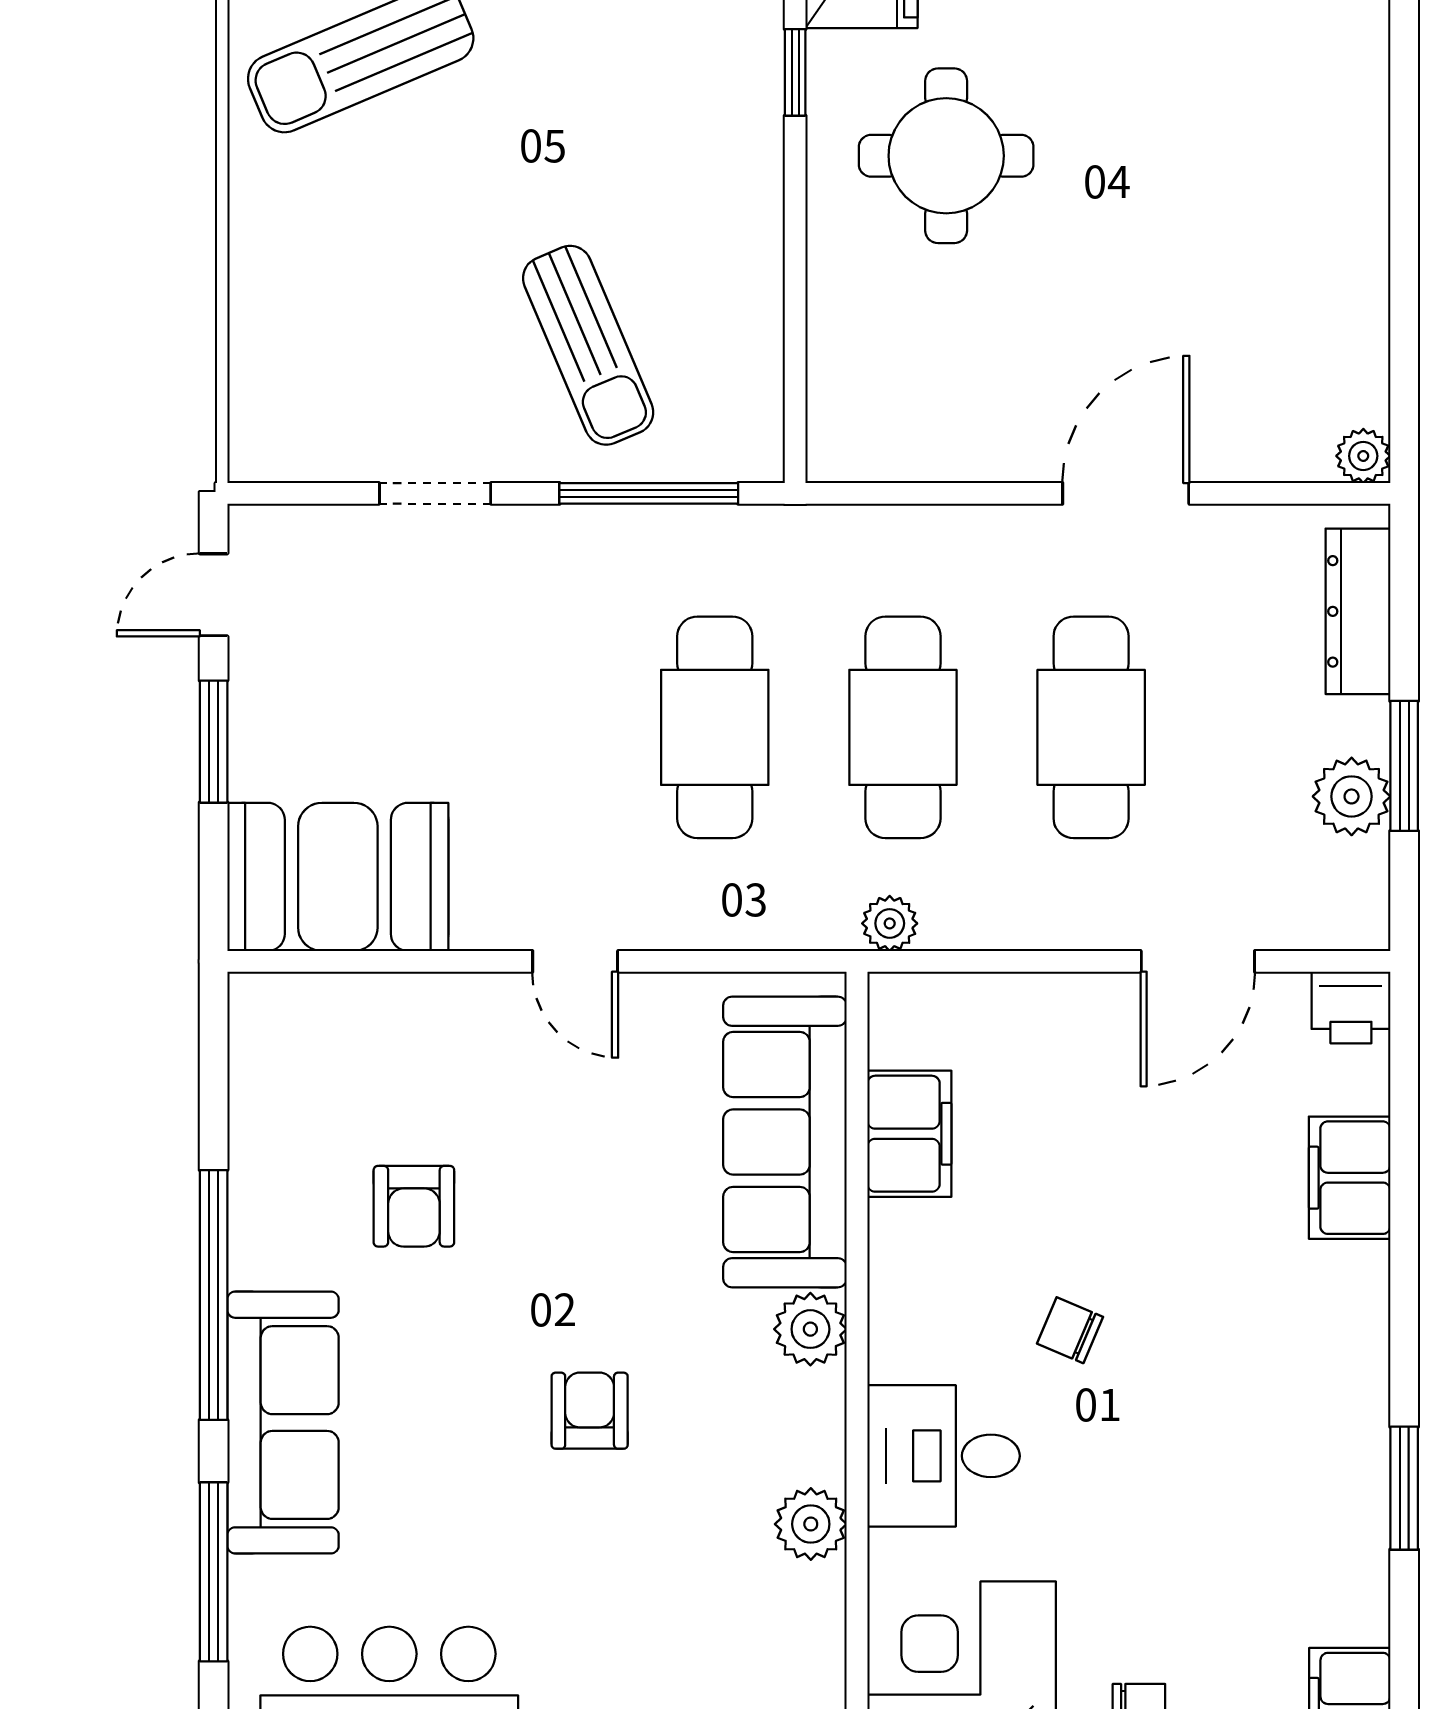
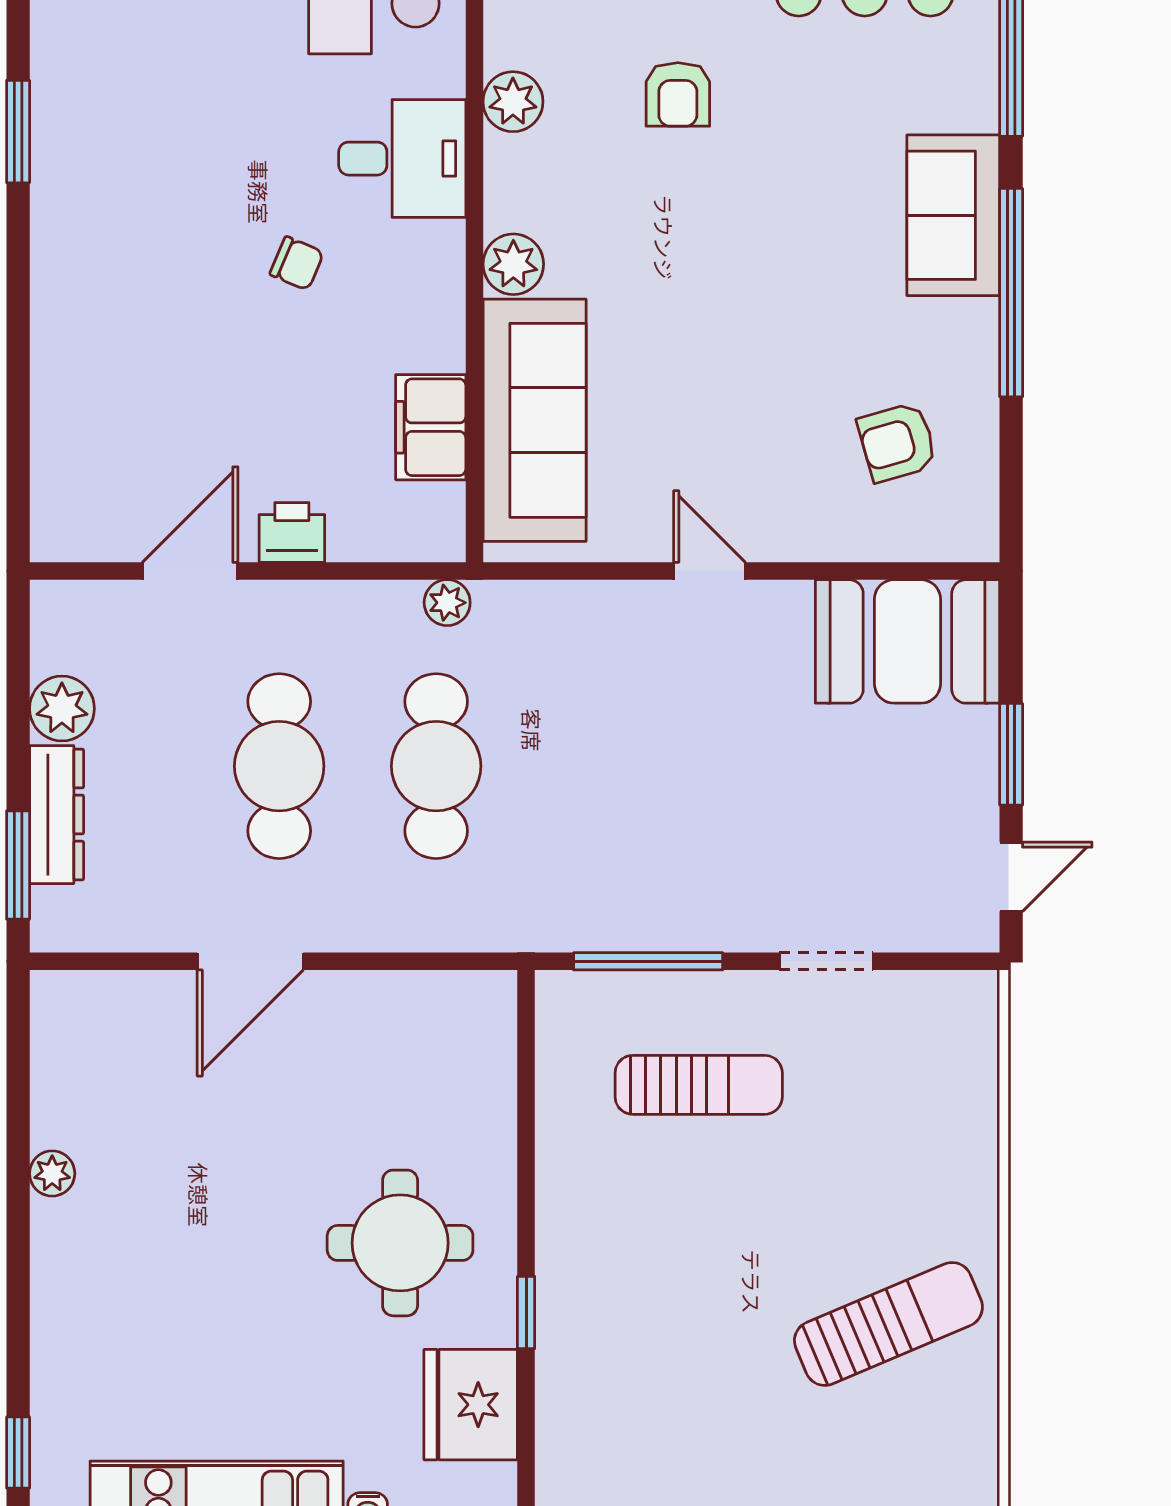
sun lounger: (588, 345) -> (699, 1085), turned 113
plant: (1363, 456) -> (52, 1173), moved
dresser: (1358, 611) -> (57, 815), moved
cafe table: (715, 727) -> (593, 766), removed
window: (1404, 766) -> (18, 865), moved
printer: (1351, 1007) -> (292, 532), moved
filing cabinet: (1350, 1178) -> (64, 391), removed
armchair: (414, 1206) -> (897, 442), moved, turned -106
armchair: (590, 1411) -> (678, 94), moved
sofa: (283, 1423) -> (953, 215), width x0.73

